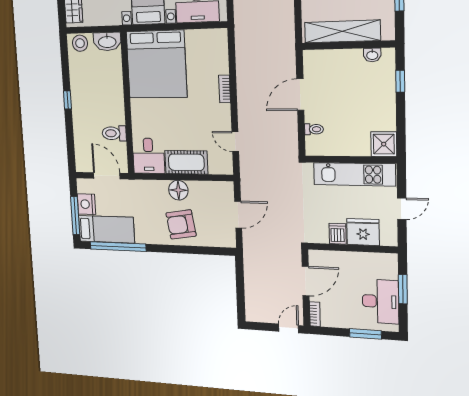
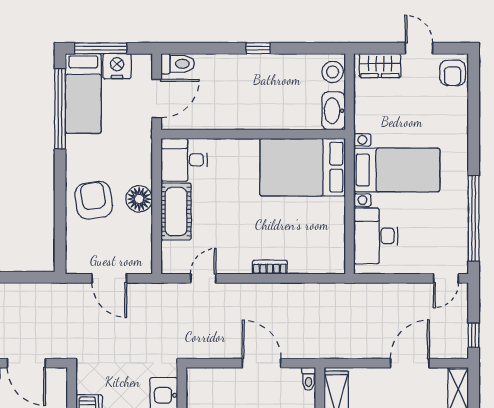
bed: (157, 64) -> (303, 167), width x0.73
toilet: (314, 129) -> (309, 379), moved
toilet: (114, 133) -> (178, 64), moved, turned 90

